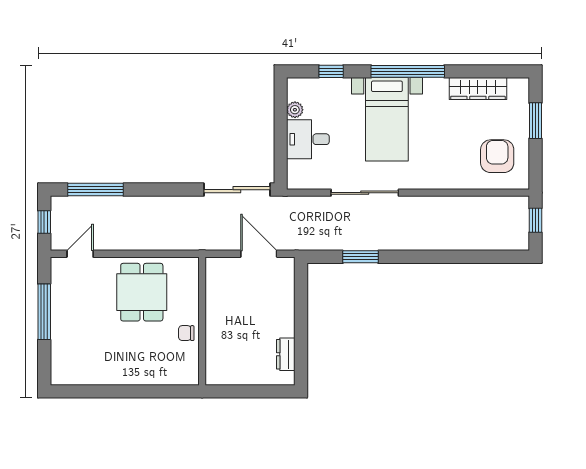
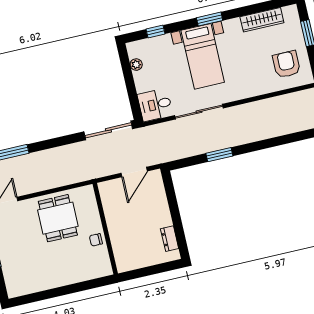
window: (408, 71) -> (210, 19), width x0.47
desk: (308, 139) -> (155, 105), moved
door: (259, 254) -> (134, 172), swing flipped
window: (360, 257) -> (219, 155), moved

